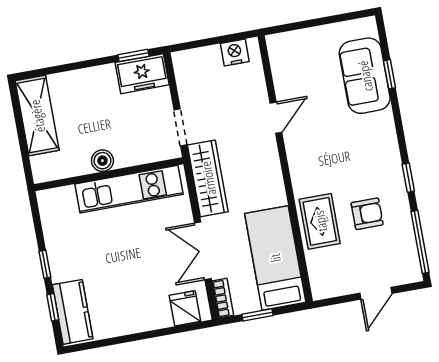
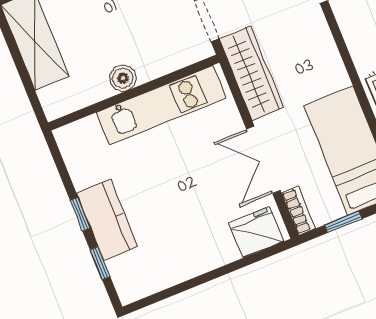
fridge: (185, 308) -> (256, 232), width x1.38
kitchen counter: (73, 312) -> (107, 220), moved

